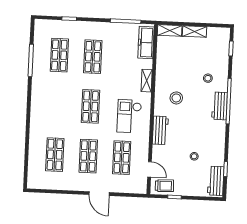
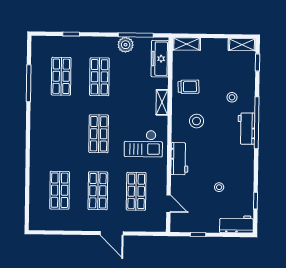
plant: (116, 29) -> (126, 45), added
shelving: (195, 31) -> (242, 45), moved
checkout: (129, 116) -> (143, 144), turned -90
workbench: (216, 181) -> (236, 224), moved, turned 90
trolley: (164, 186) -> (189, 87), moved

